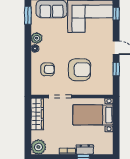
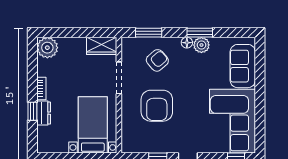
window: (28, 15) -> (200, 33), moved
armchair: (48, 69) -> (157, 60), turned -131
window: (28, 75) -> (149, 33), added
wardrobe: (37, 114) -> (102, 46), width x0.67

